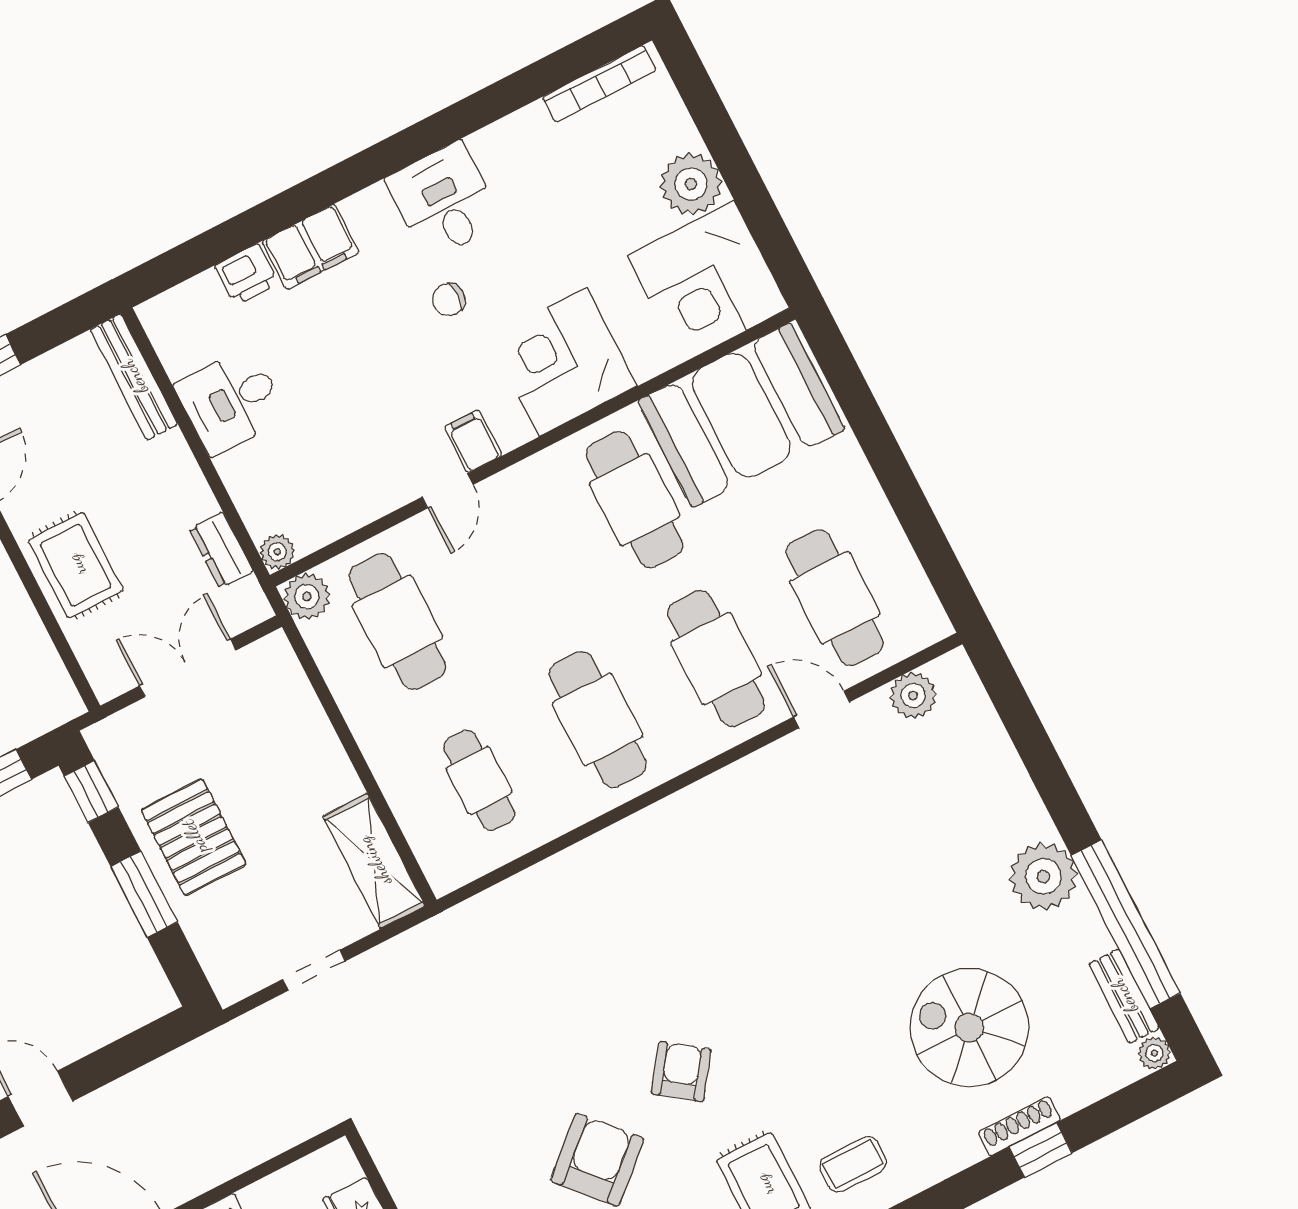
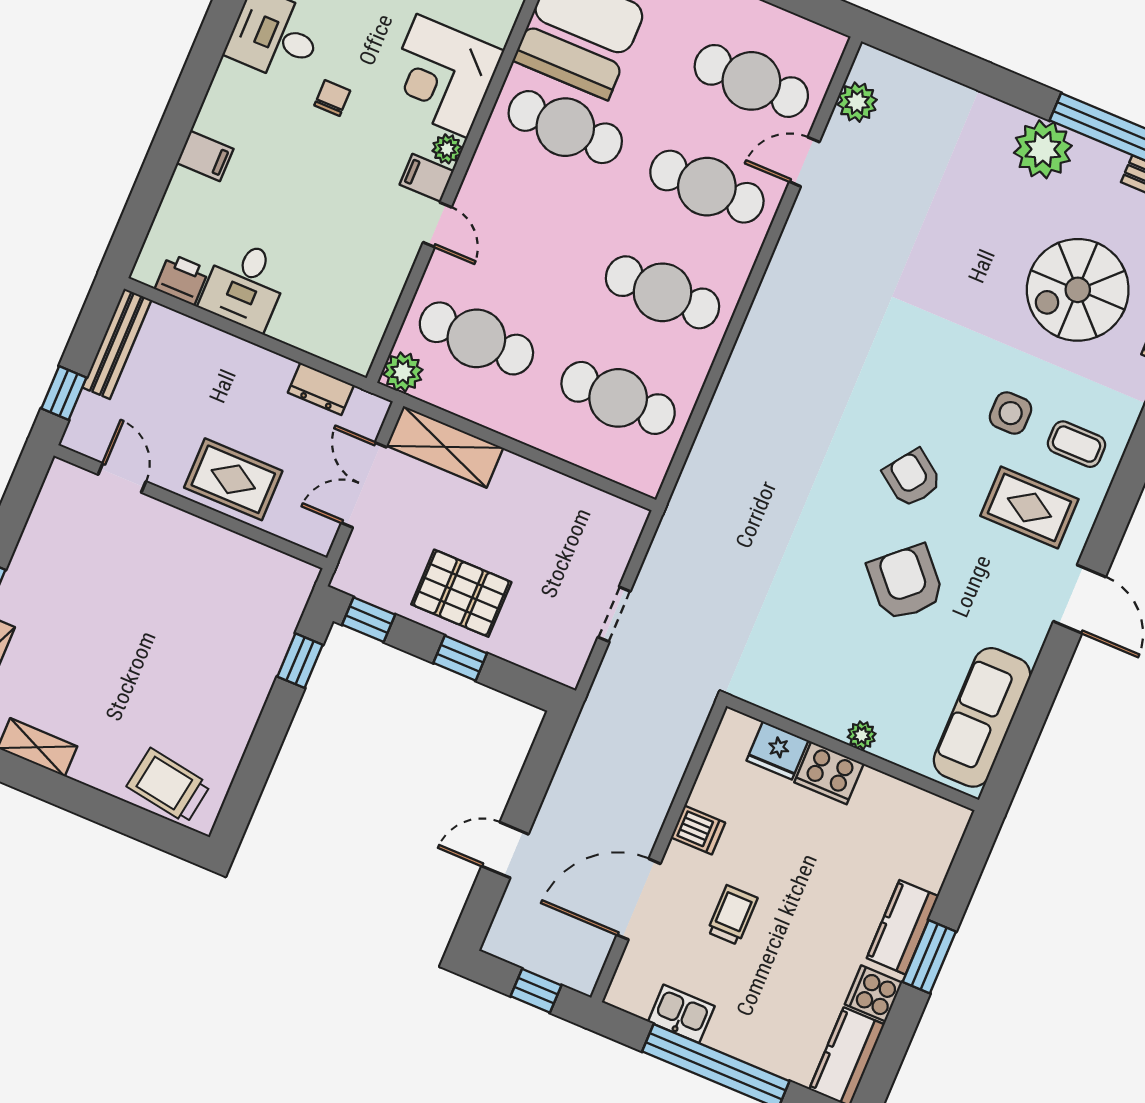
filing cabinet: (310, 247) -> (205, 156), width x0.50
printer: (246, 275) -> (182, 279), moved, turned -90
chair: (449, 300) -> (332, 98), turned 180
bench: (134, 377) -> (117, 344), moved, turned 90
plant: (277, 552) -> (447, 149), moved
cafe table: (479, 780) -> (618, 398), width x1.37, depth x1.35
shelving: (374, 861) -> (445, 447), moved
window: (144, 894) -> (460, 658), width x0.67
side table: (817, 1087) -> (1011, 413), added
coffee table: (853, 1164) -> (1077, 444), turned 90

